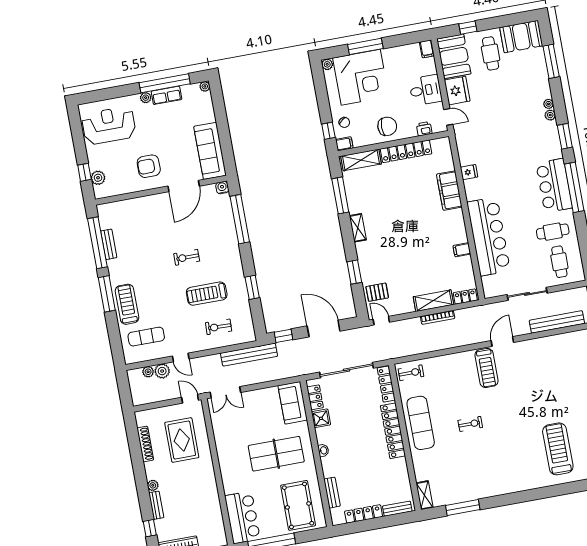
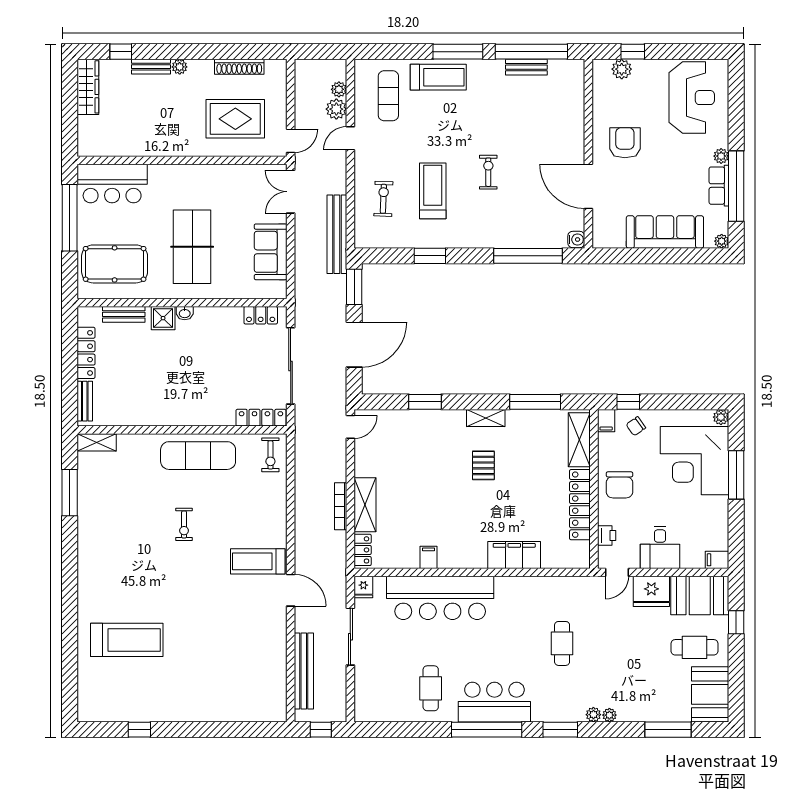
sofa: (210, 151) -> (665, 232), moved
fridge: (469, 172) -> (363, 587), moved
cafe table: (559, 262) -> (562, 643), moved, turned 90
pallet: (377, 292) -> (483, 465), moved
window: (283, 336) -> (354, 287), width x1.50
sofa: (293, 403) -> (271, 252), moved, turned -90
shower: (321, 418) -> (163, 318), moved
locker: (393, 431) -> (194, 415), removed

